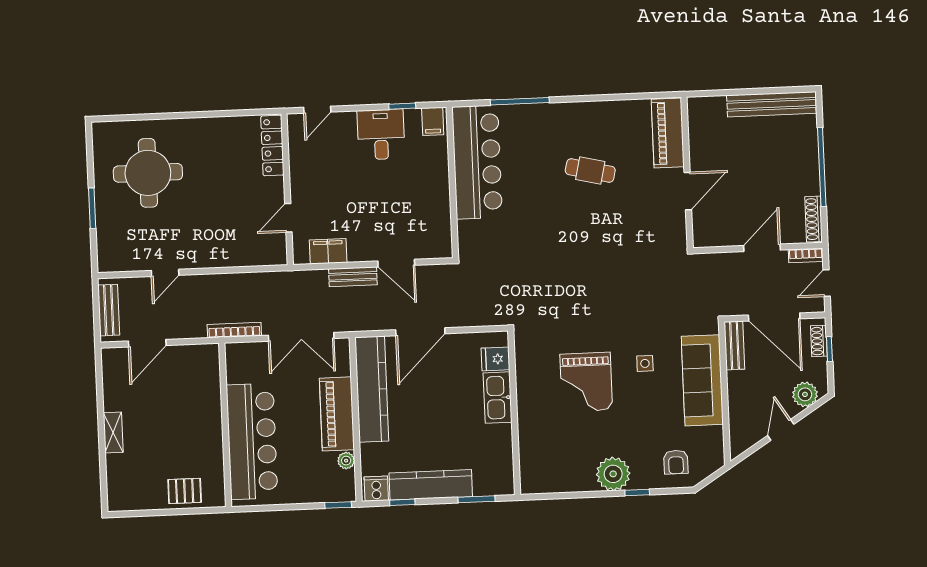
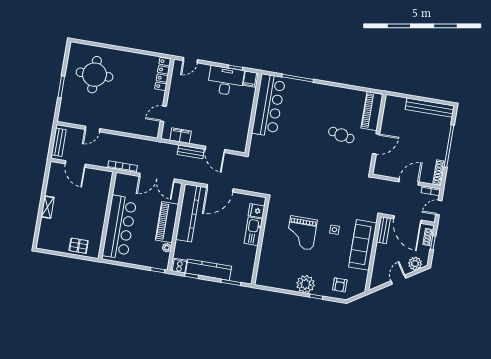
desk: (381, 134) -> (226, 81), width x1.37
cafe table: (590, 171) -> (341, 135), moved
door: (147, 343) -> (75, 164), hinge flipped

